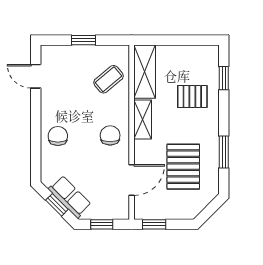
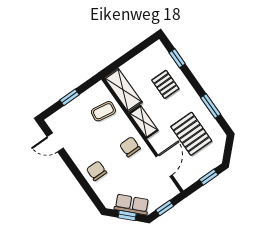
coffee table: (108, 79) -> (103, 111), turned 49
pallet: (192, 96) -> (165, 84), turned 90
window: (154, 224) -> (209, 177), moved

